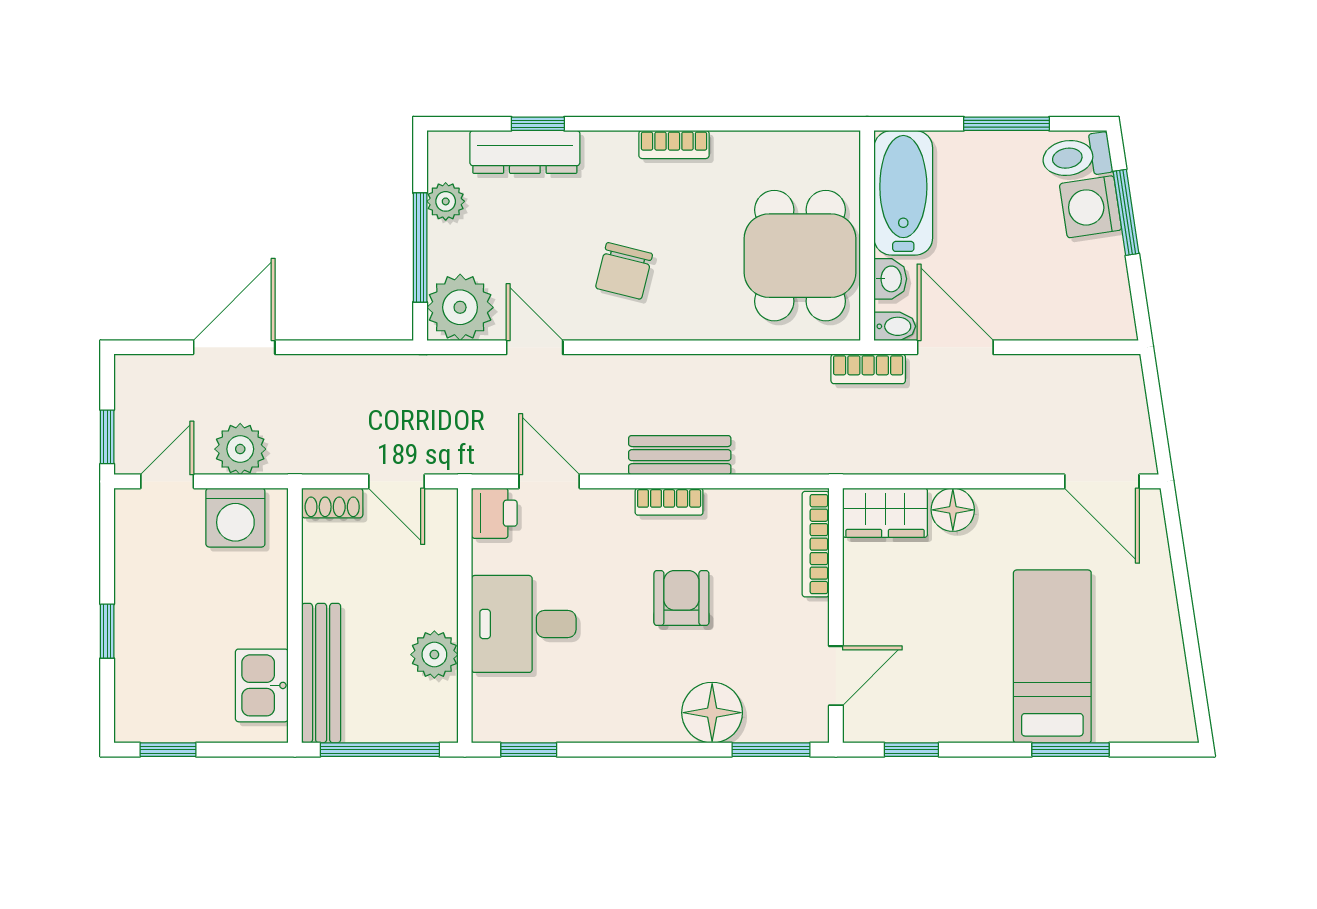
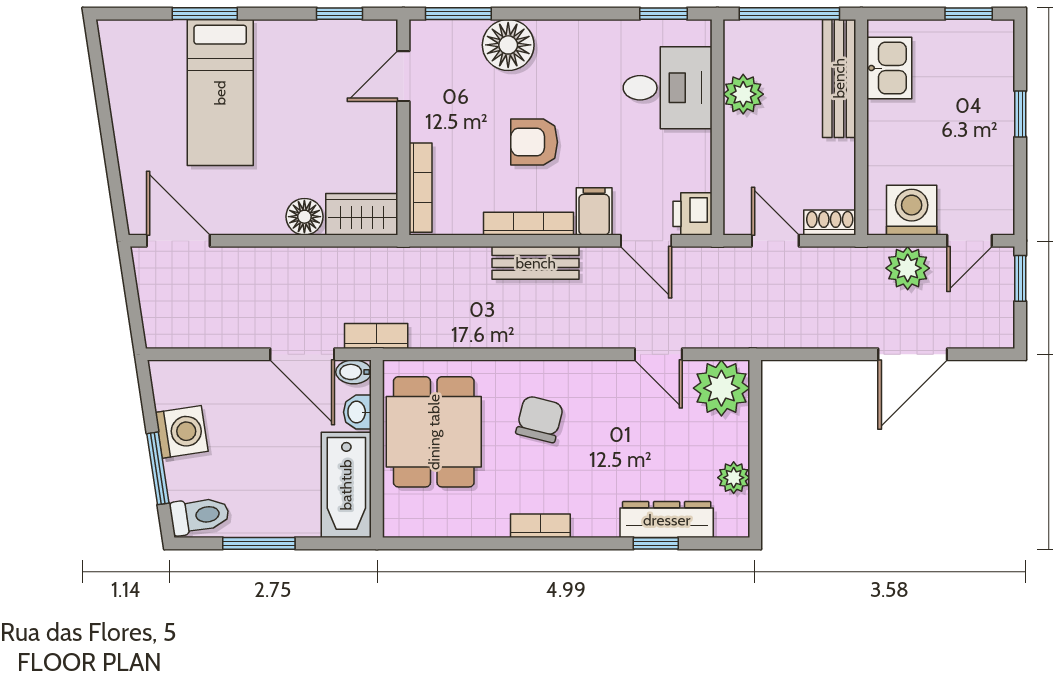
washing machine: (1091, 207) -> (182, 432), moved
window: (420, 248) -> (755, 439), removed
chair: (624, 271) -> (540, 419), moved
bookcase: (669, 502) -> (528, 224), width x1.56
filing cabinet: (611, 516) -> (594, 211), added
armchair: (681, 598) -> (534, 142), turned 90
desk: (524, 624) -> (668, 88), moved

